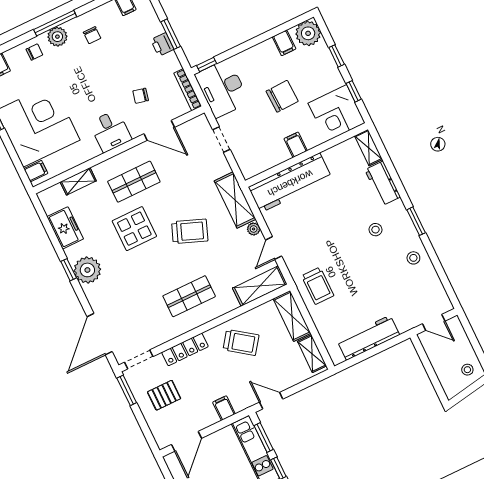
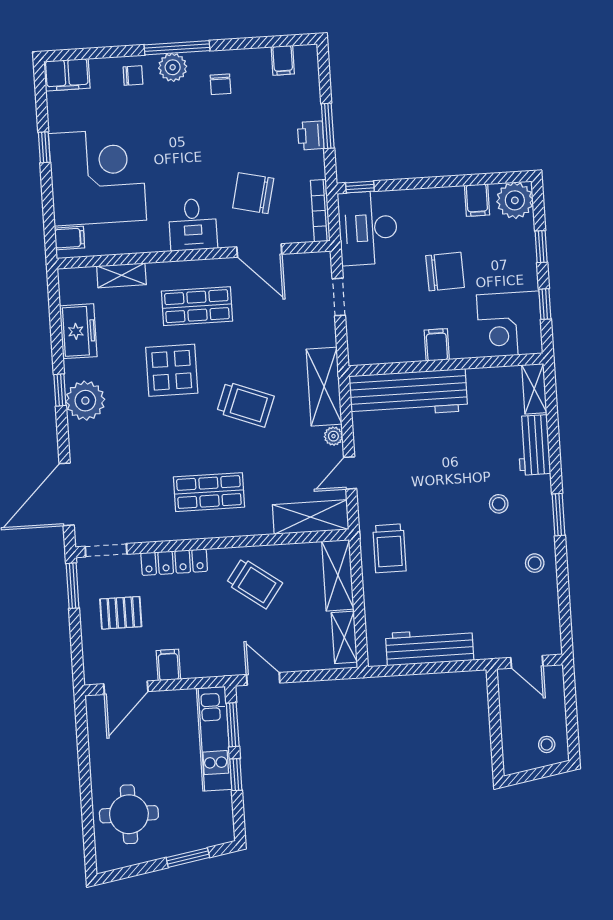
chair: (141, 96) -> (253, 193), width x1.87, depth x1.87
filing cabinet: (224, 408) -> (168, 665), moved

